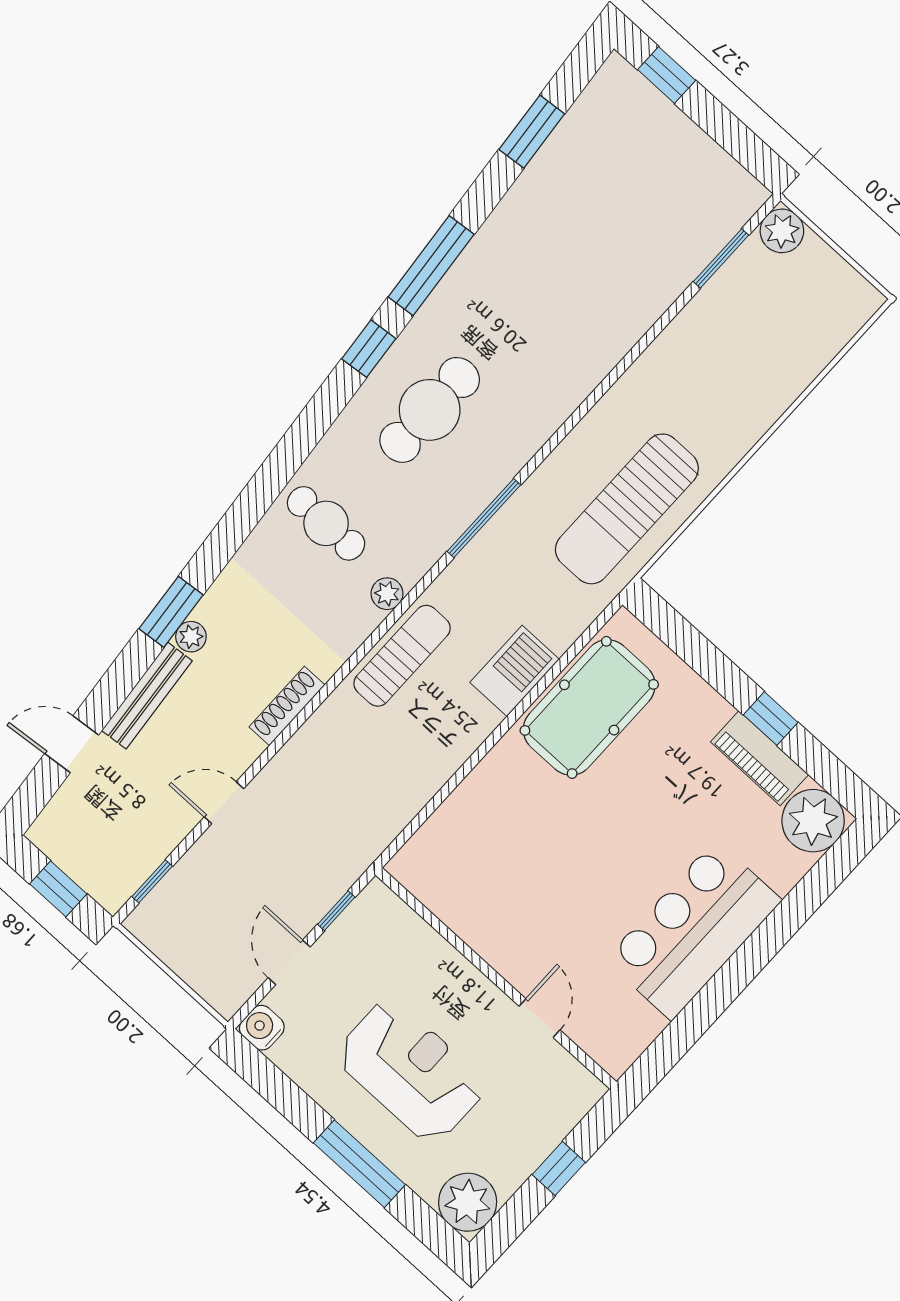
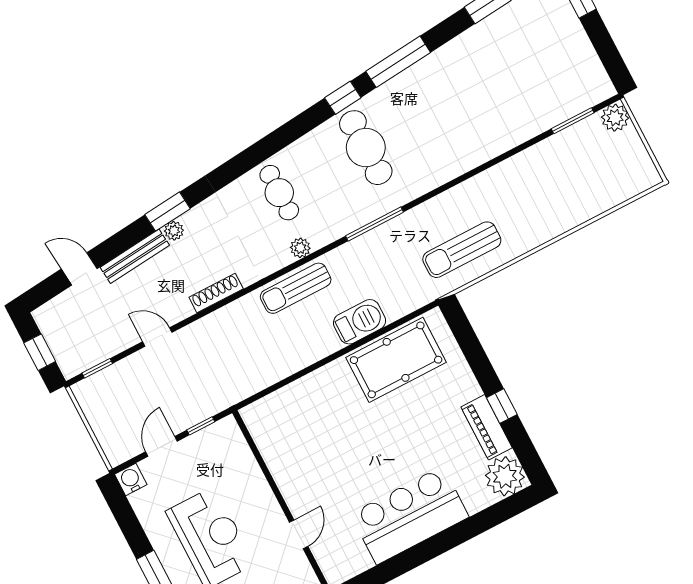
cafe table: (430, 410) -> (366, 148), turned 90
sun lounger: (627, 509) -> (462, 250), width x0.73, depth x0.75
sun lounger: (402, 656) -> (296, 288), turned 180

